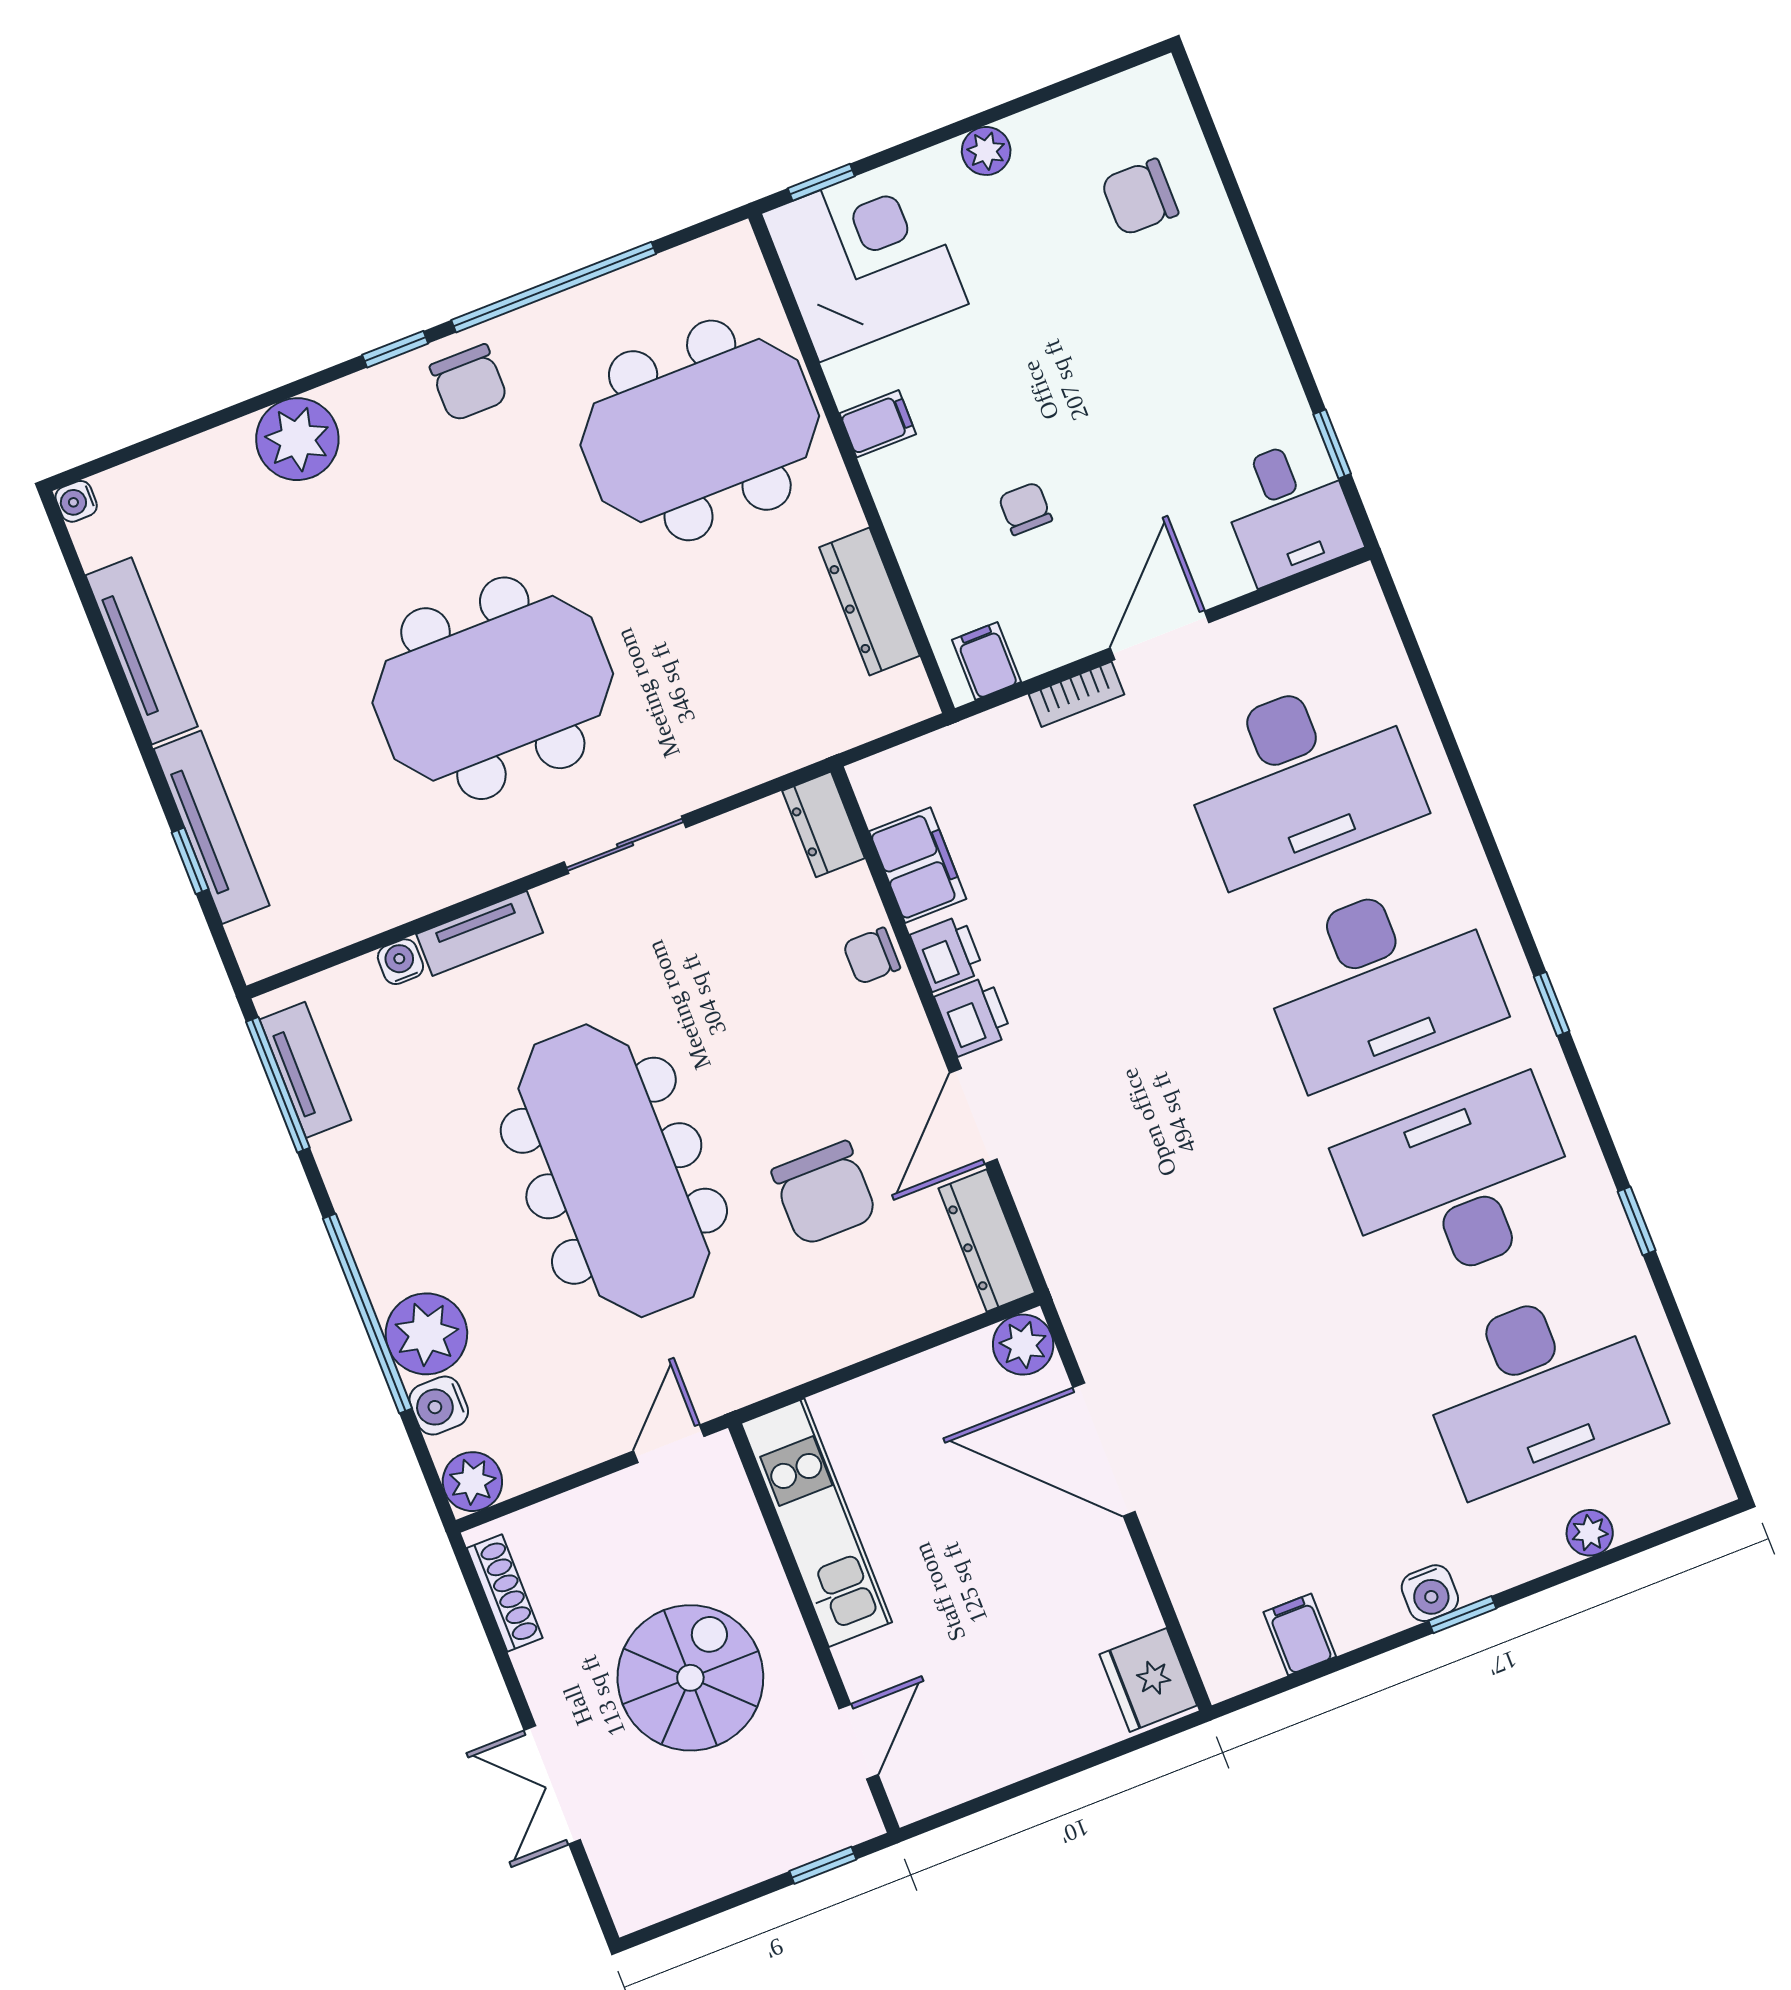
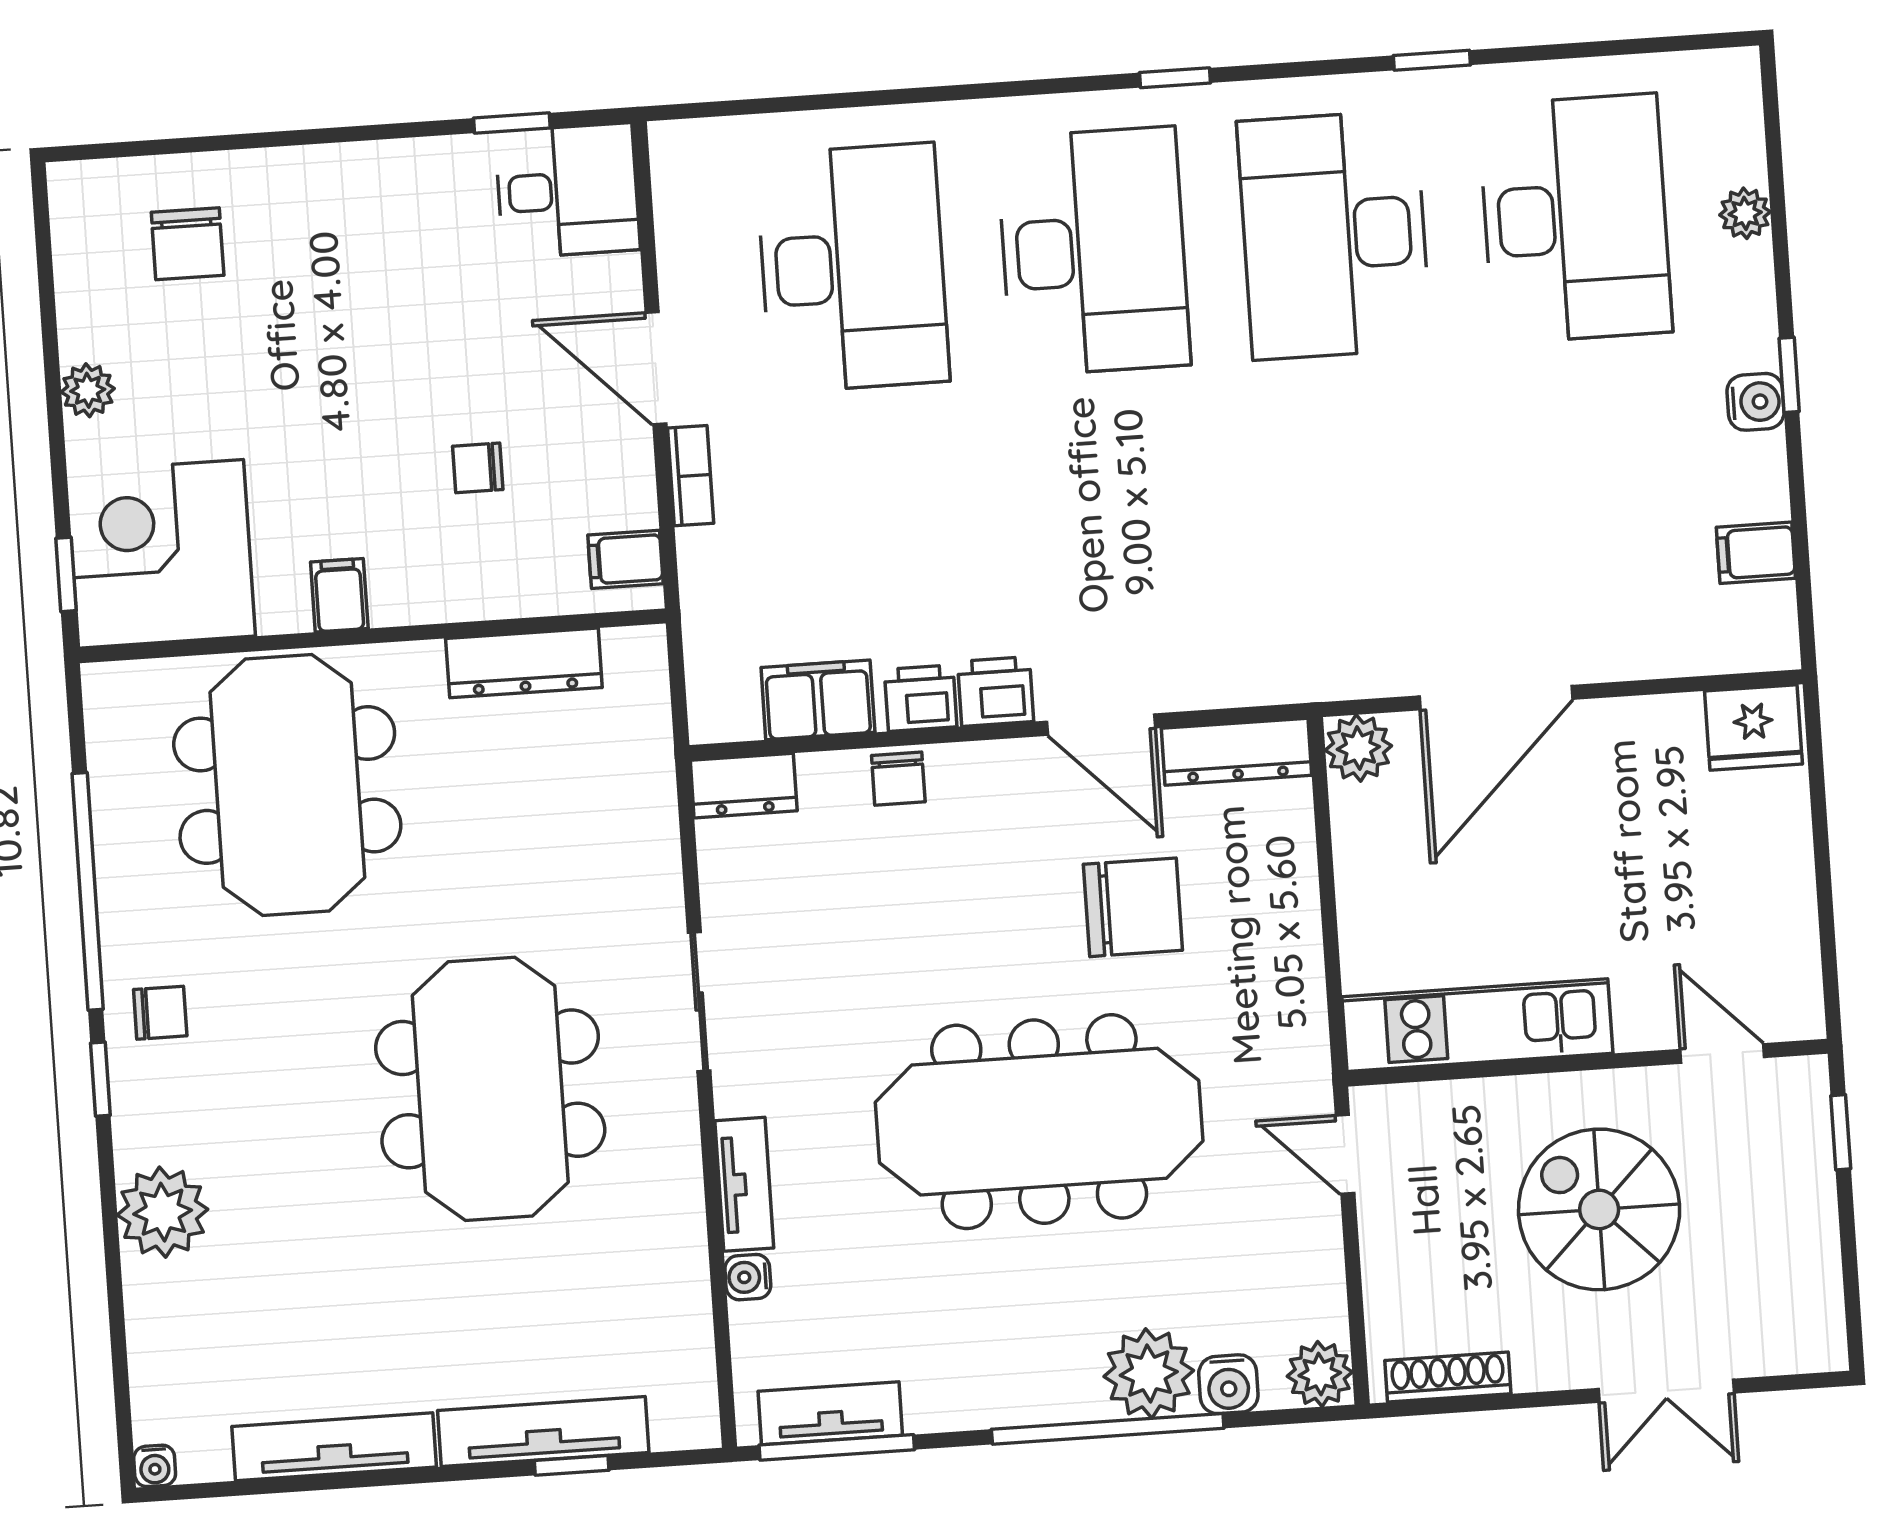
chair: (469, 383) -> (160, 1013), width x0.73, depth x0.73

